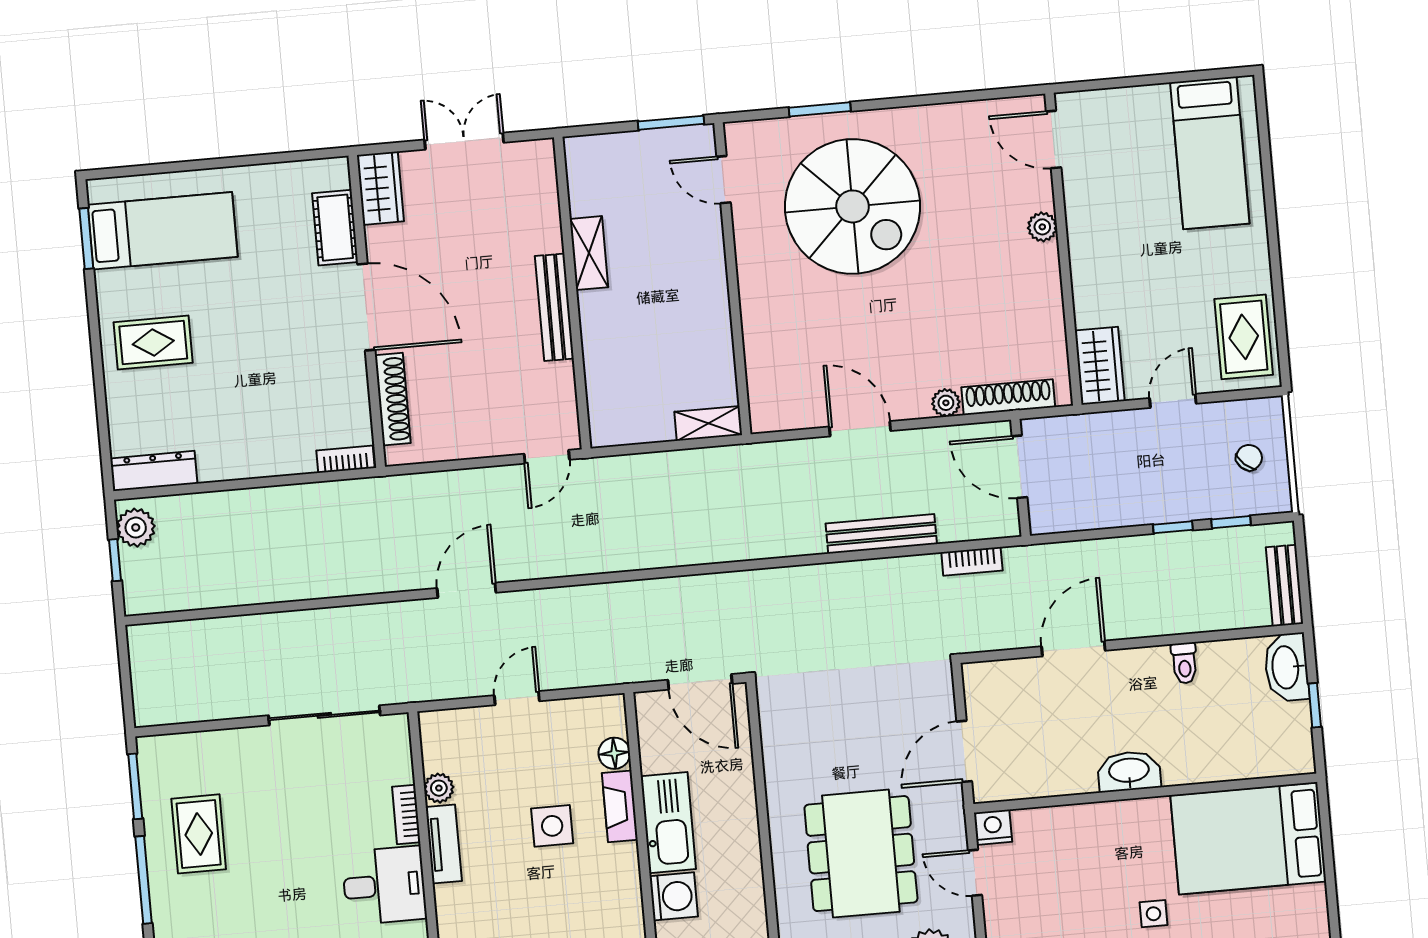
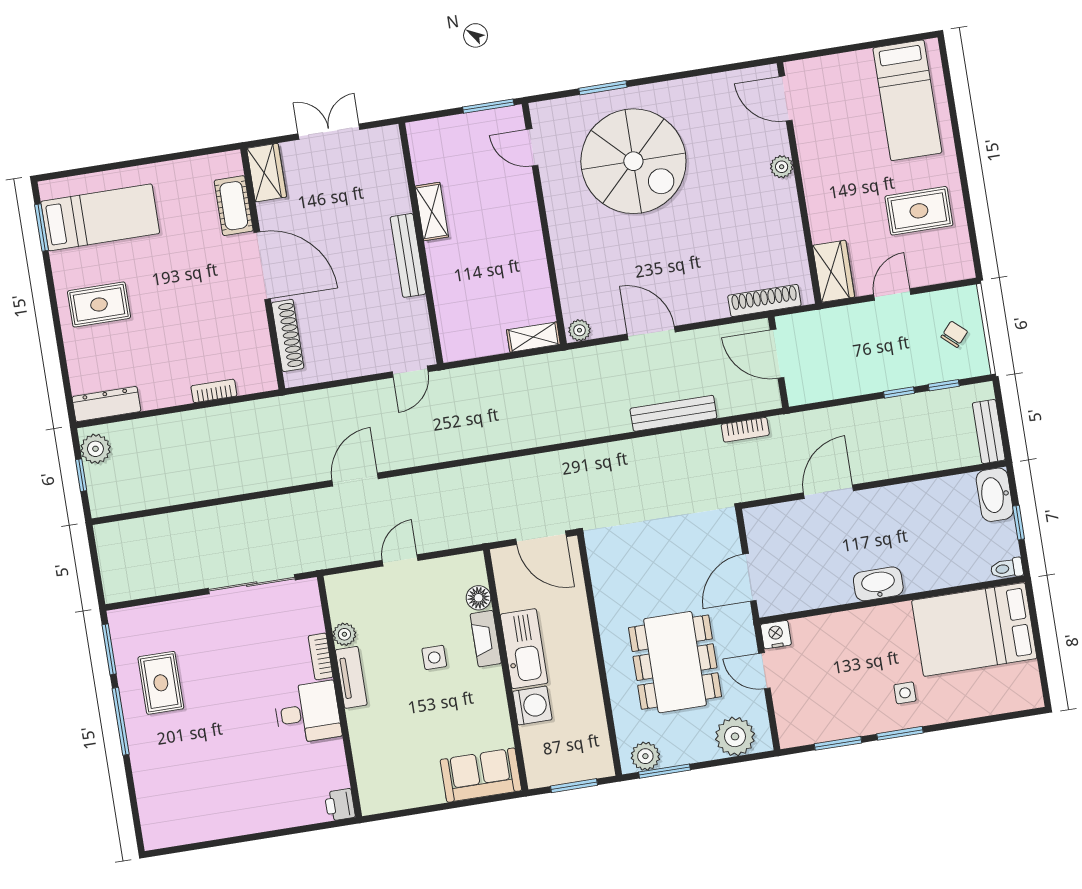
rug: (1244, 337) -> (919, 211), moved, turned 90
plant: (946, 403) -> (579, 330), moved
bookcase: (346, 459) -> (214, 391), moved
toilet: (1184, 663) -> (1007, 568), moved, turned 90
side table: (552, 826) -> (434, 657), width x0.73, depth x0.73

